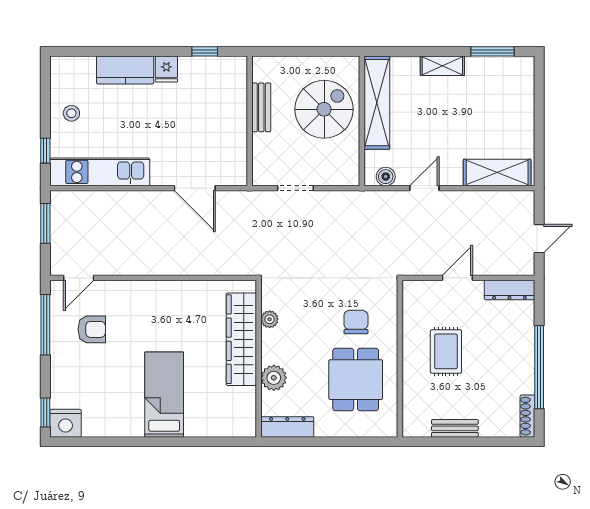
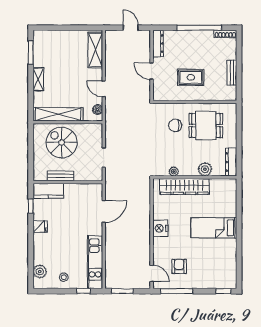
plant: (82, 68) -> (40, 271), added
kitchen counter: (125, 70) -> (48, 191), moved, turned 90
nightstand: (66, 423) -> (160, 228), moved, turned 180

